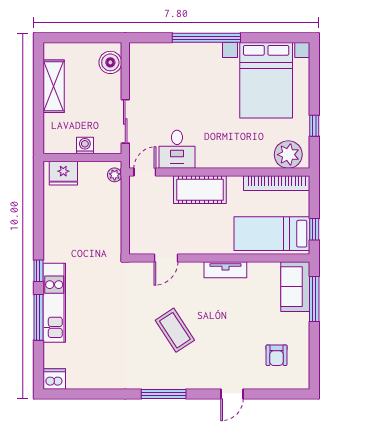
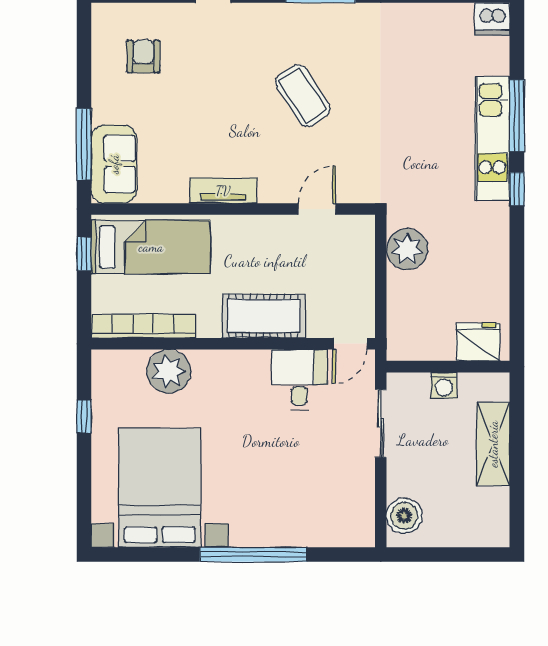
shelving: (54, 86) -> (493, 444), moved
plant: (288, 155) -> (169, 371), moved
plant: (115, 175) -> (407, 249), moved, width x1.88, depth x1.88

